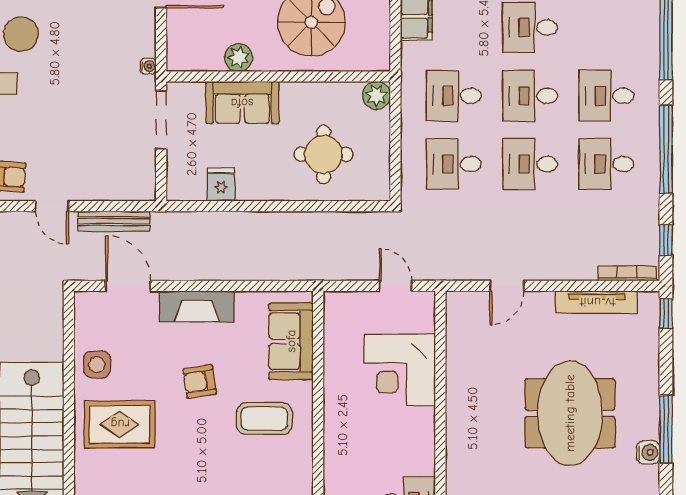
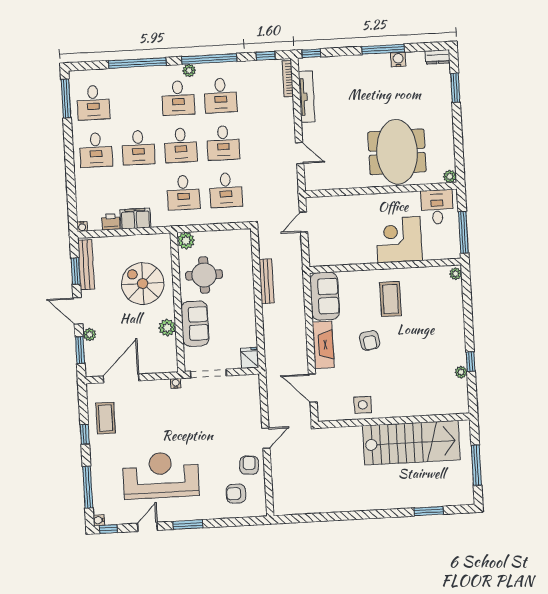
plant: (649, 116) -> (189, 70), added
round table: (324, 154) -> (204, 275), moved
fridge: (221, 185) -> (250, 358), moved, turned 90
bench: (114, 221) -> (267, 281), moved
door: (128, 286) -> (313, 388), hinge flipped
sofa: (291, 341) -> (325, 296), moved, turned -90
corner desk: (400, 370) -> (399, 240), moved, turned 180
meeting table: (570, 413) -> (397, 152), moved, turned 90
rug: (120, 424) -> (399, 389), removed

